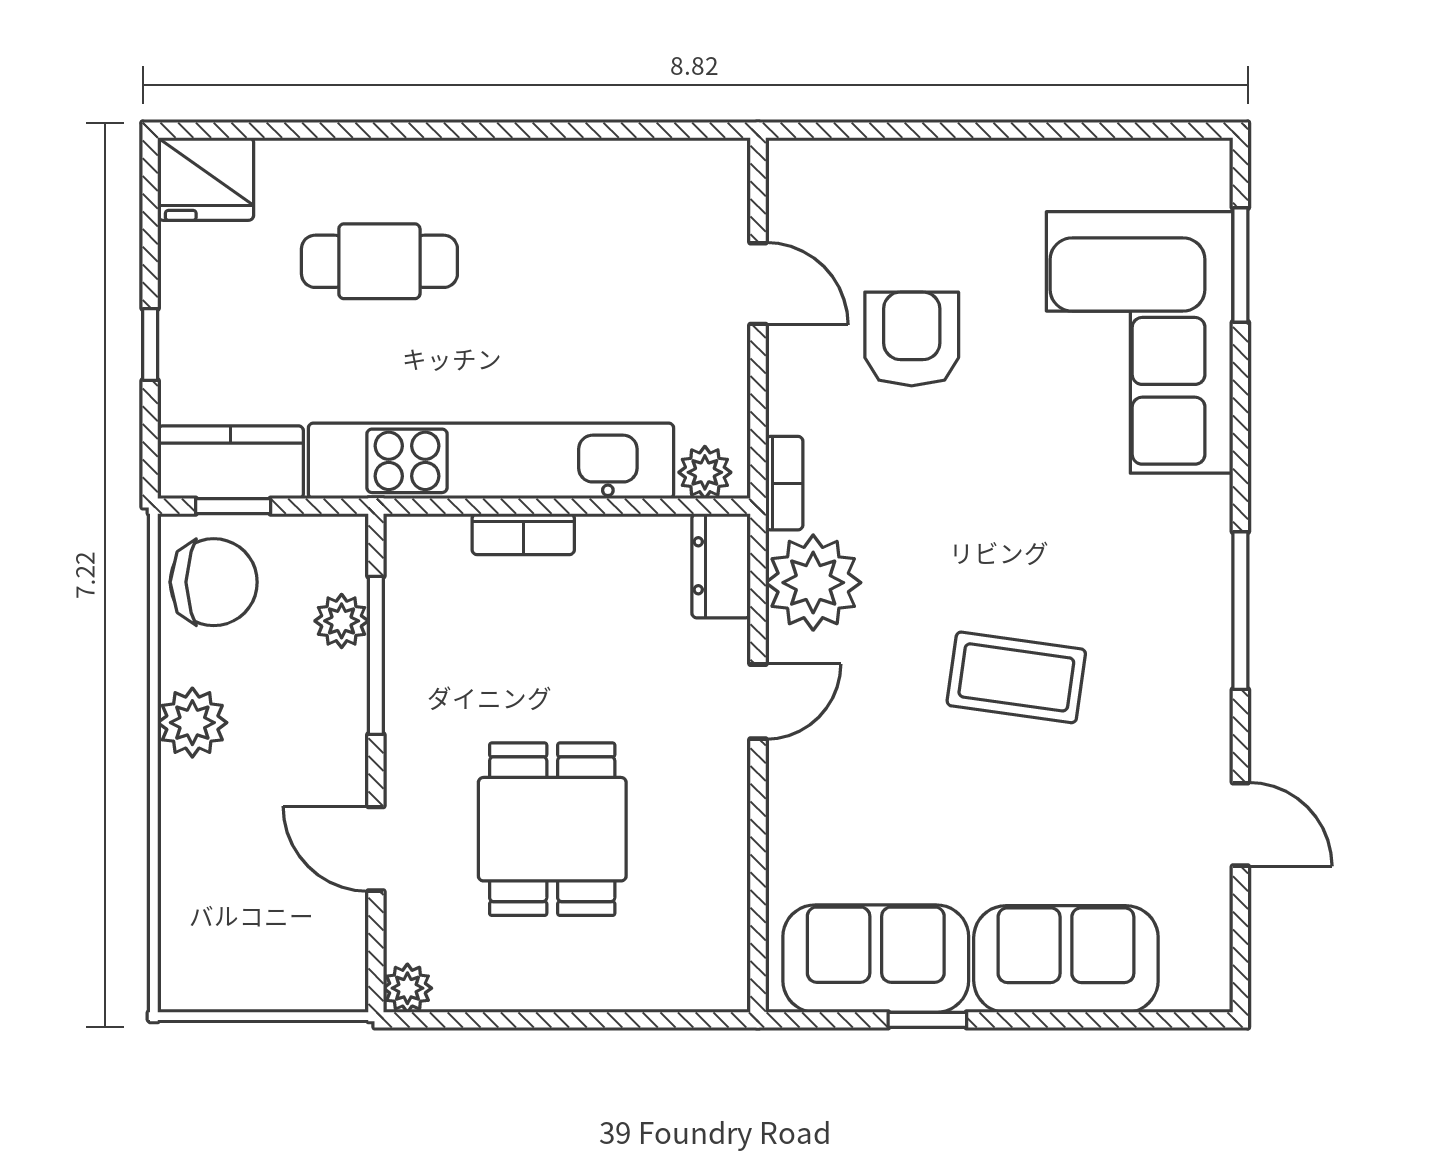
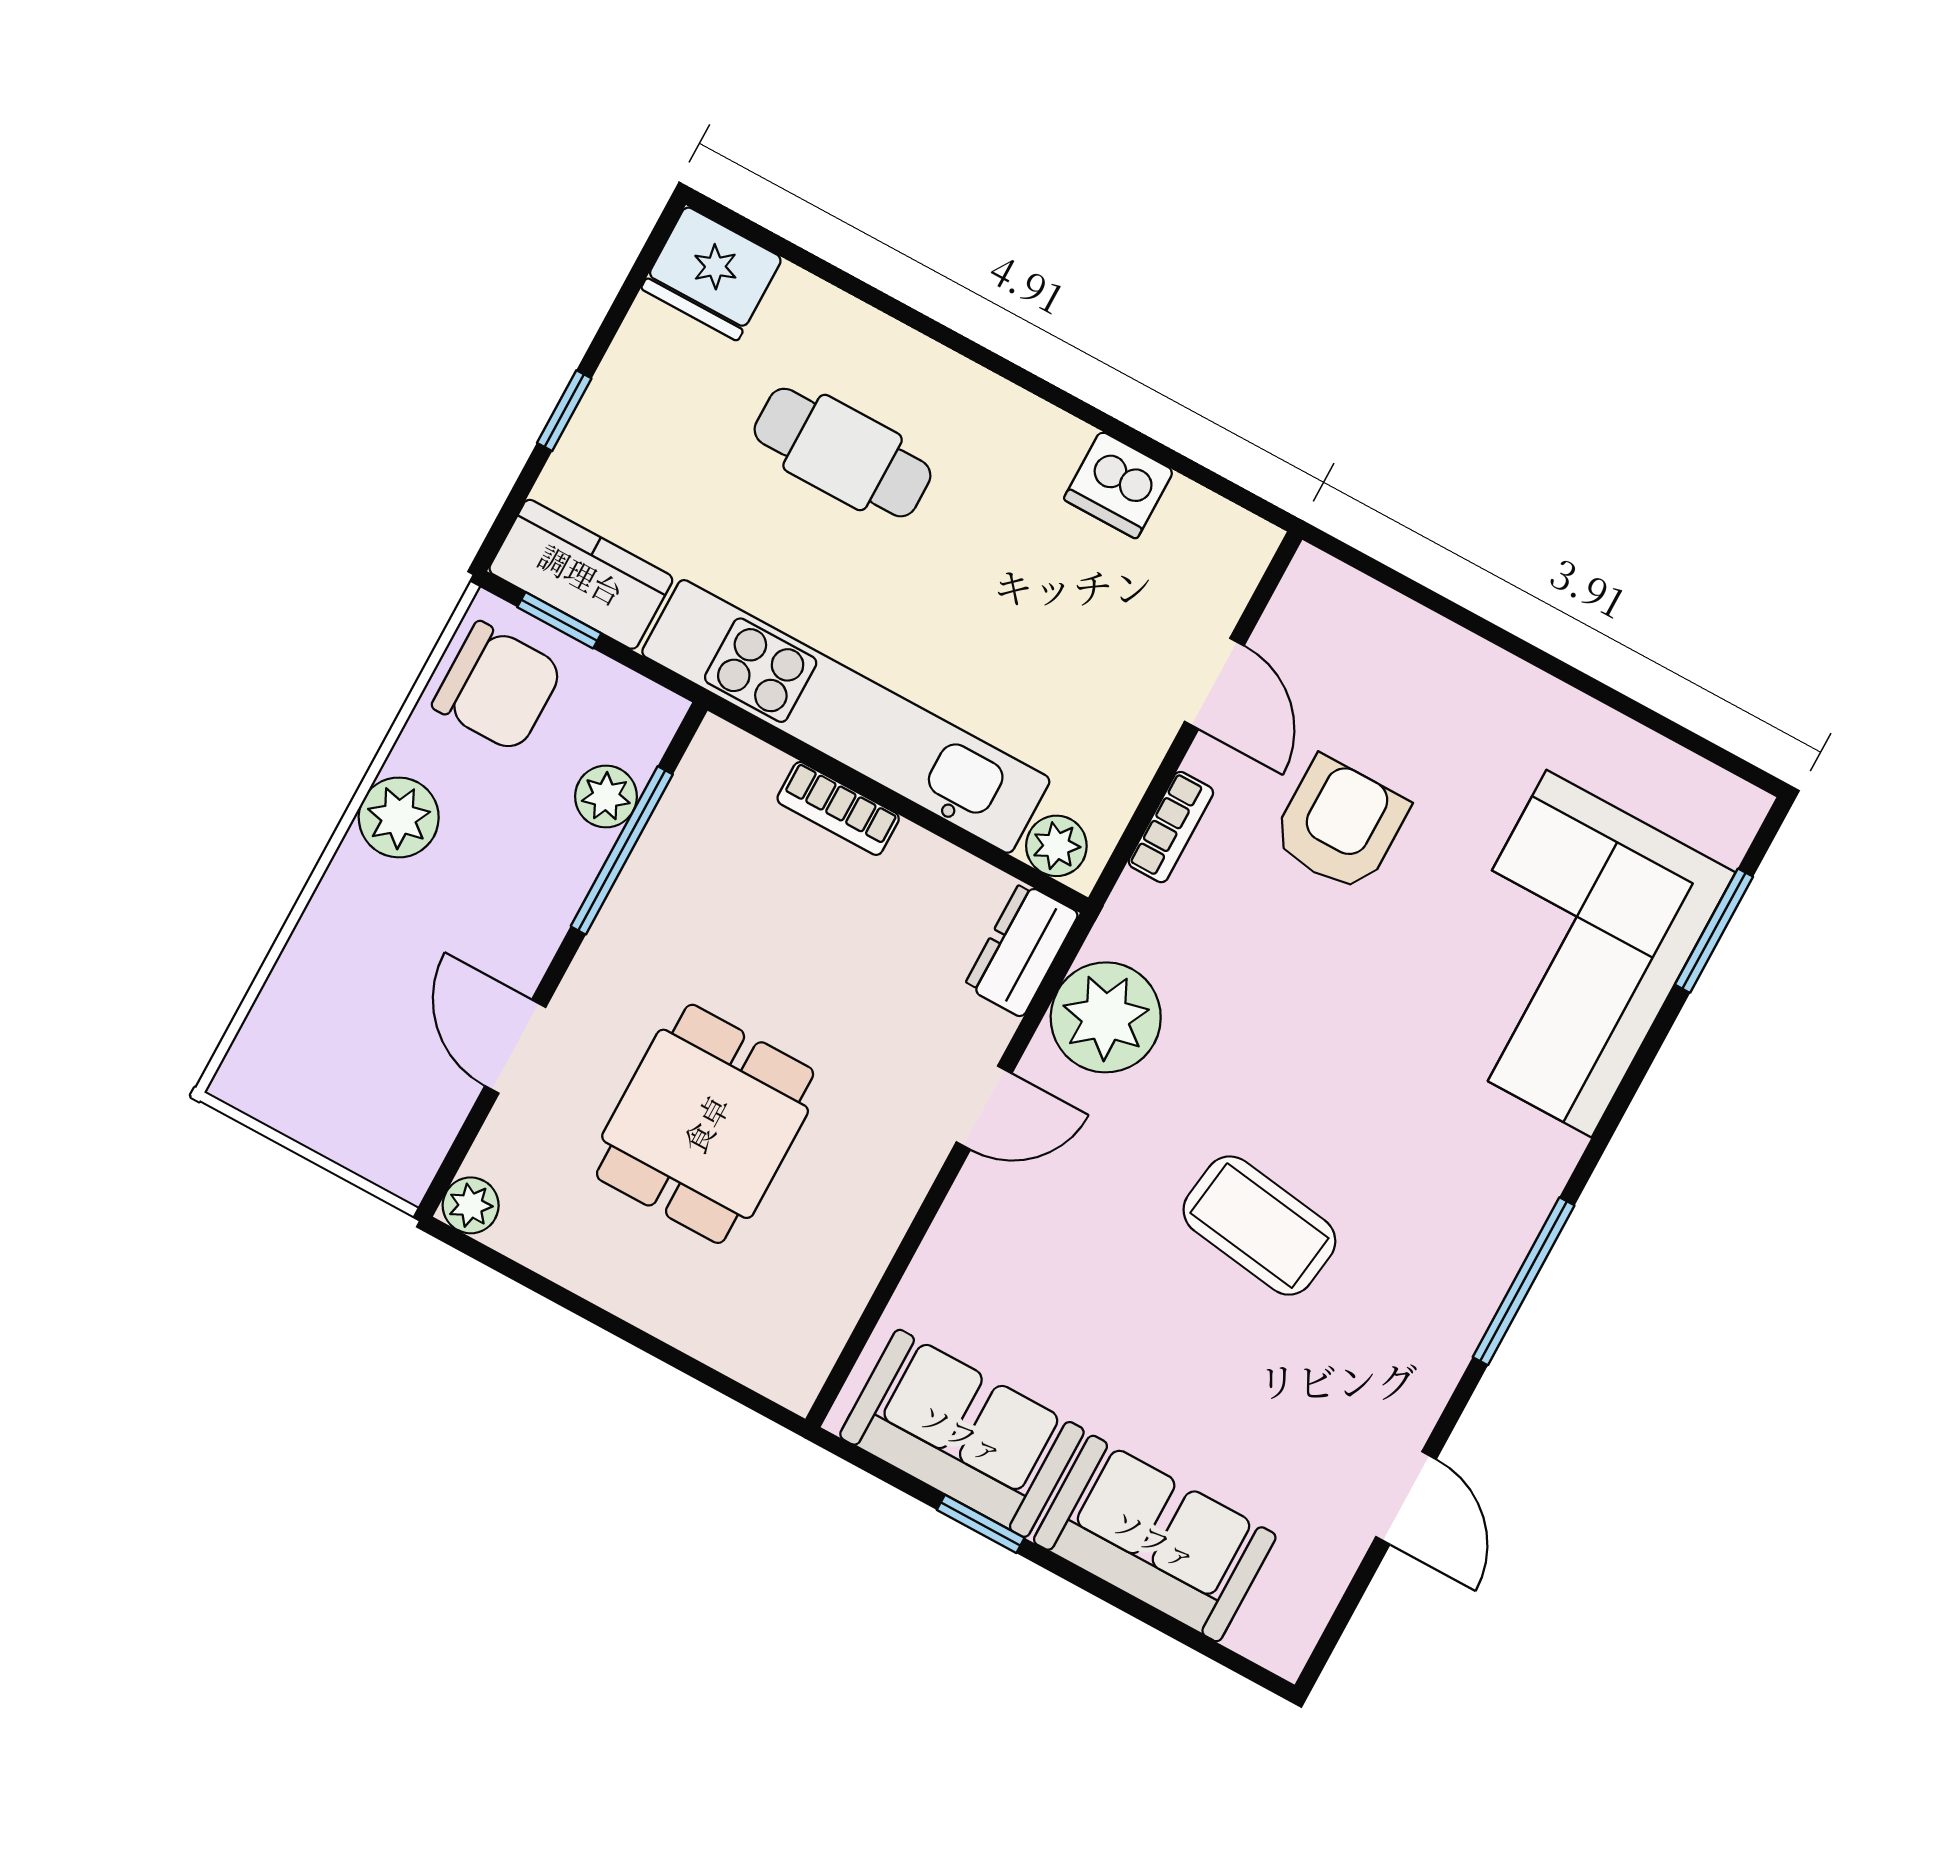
dishwasher: (603, 172) -> (1119, 485), added
bookcase: (784, 483) -> (1171, 827), moved

